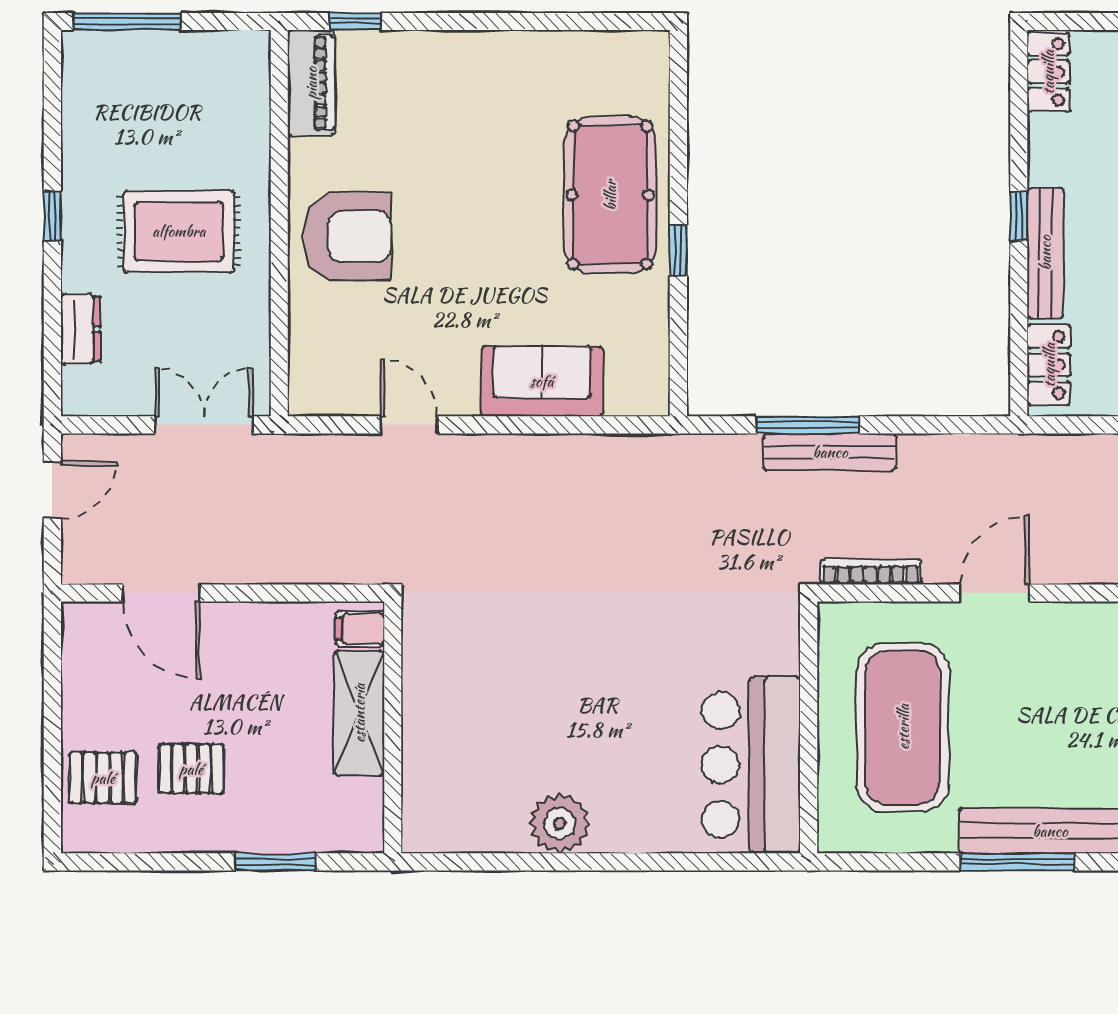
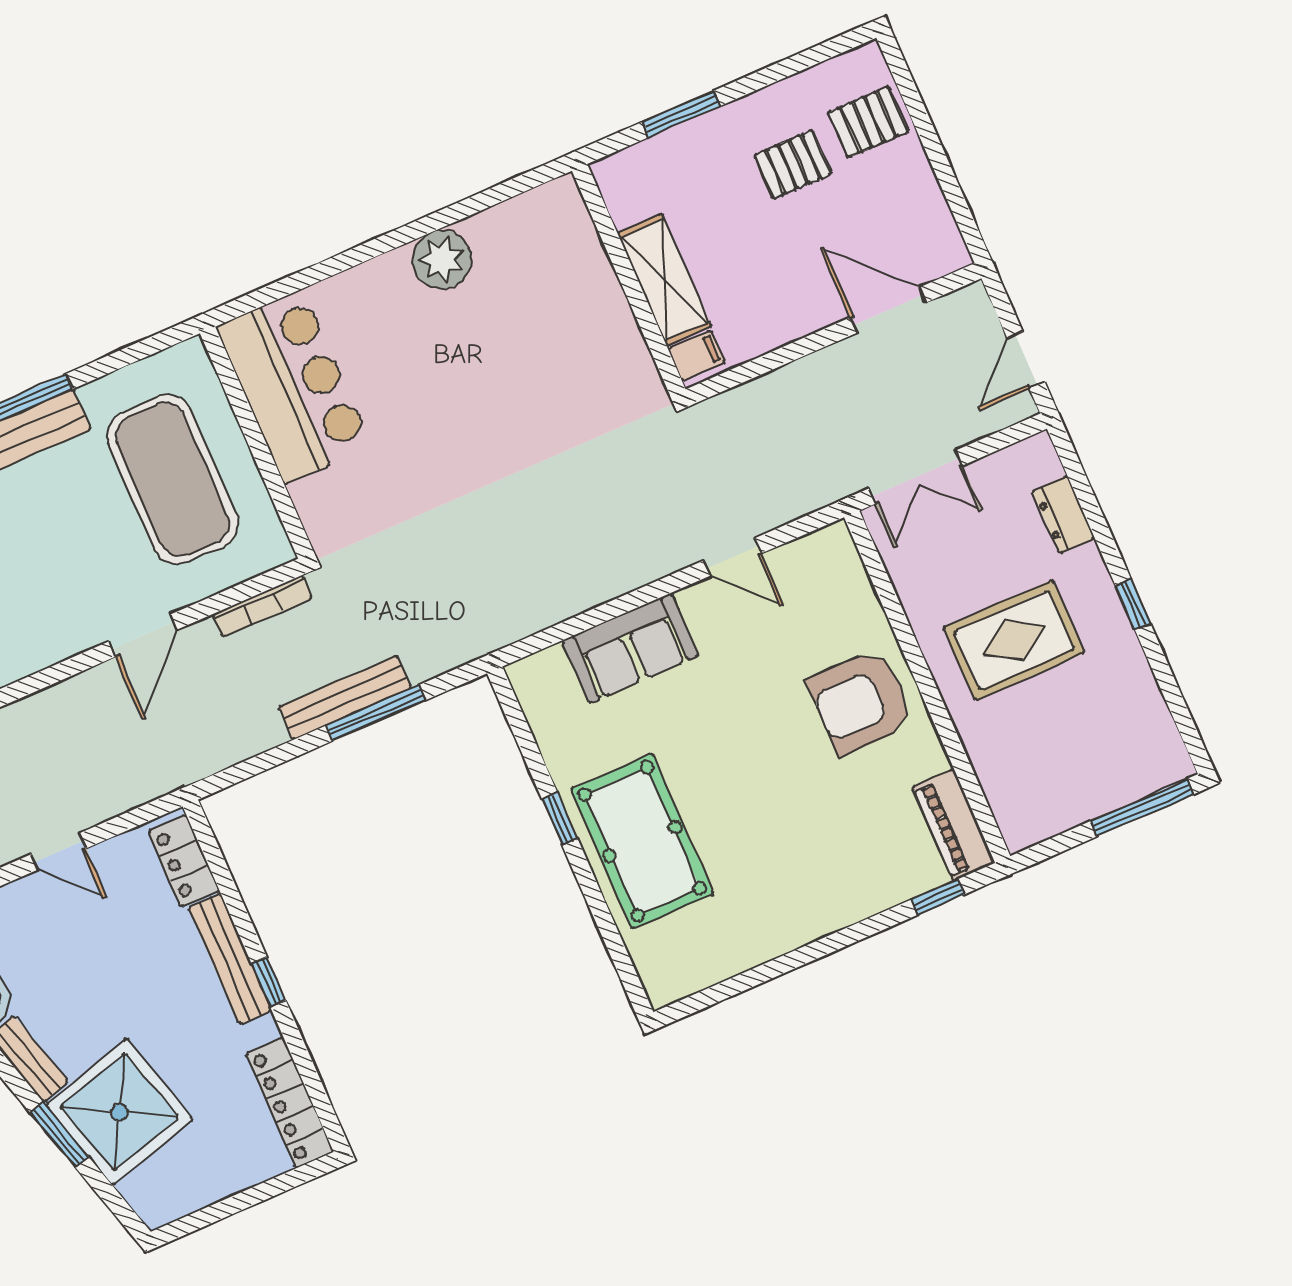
locker: (1048, 72) -> (290, 1103), width x1.53

